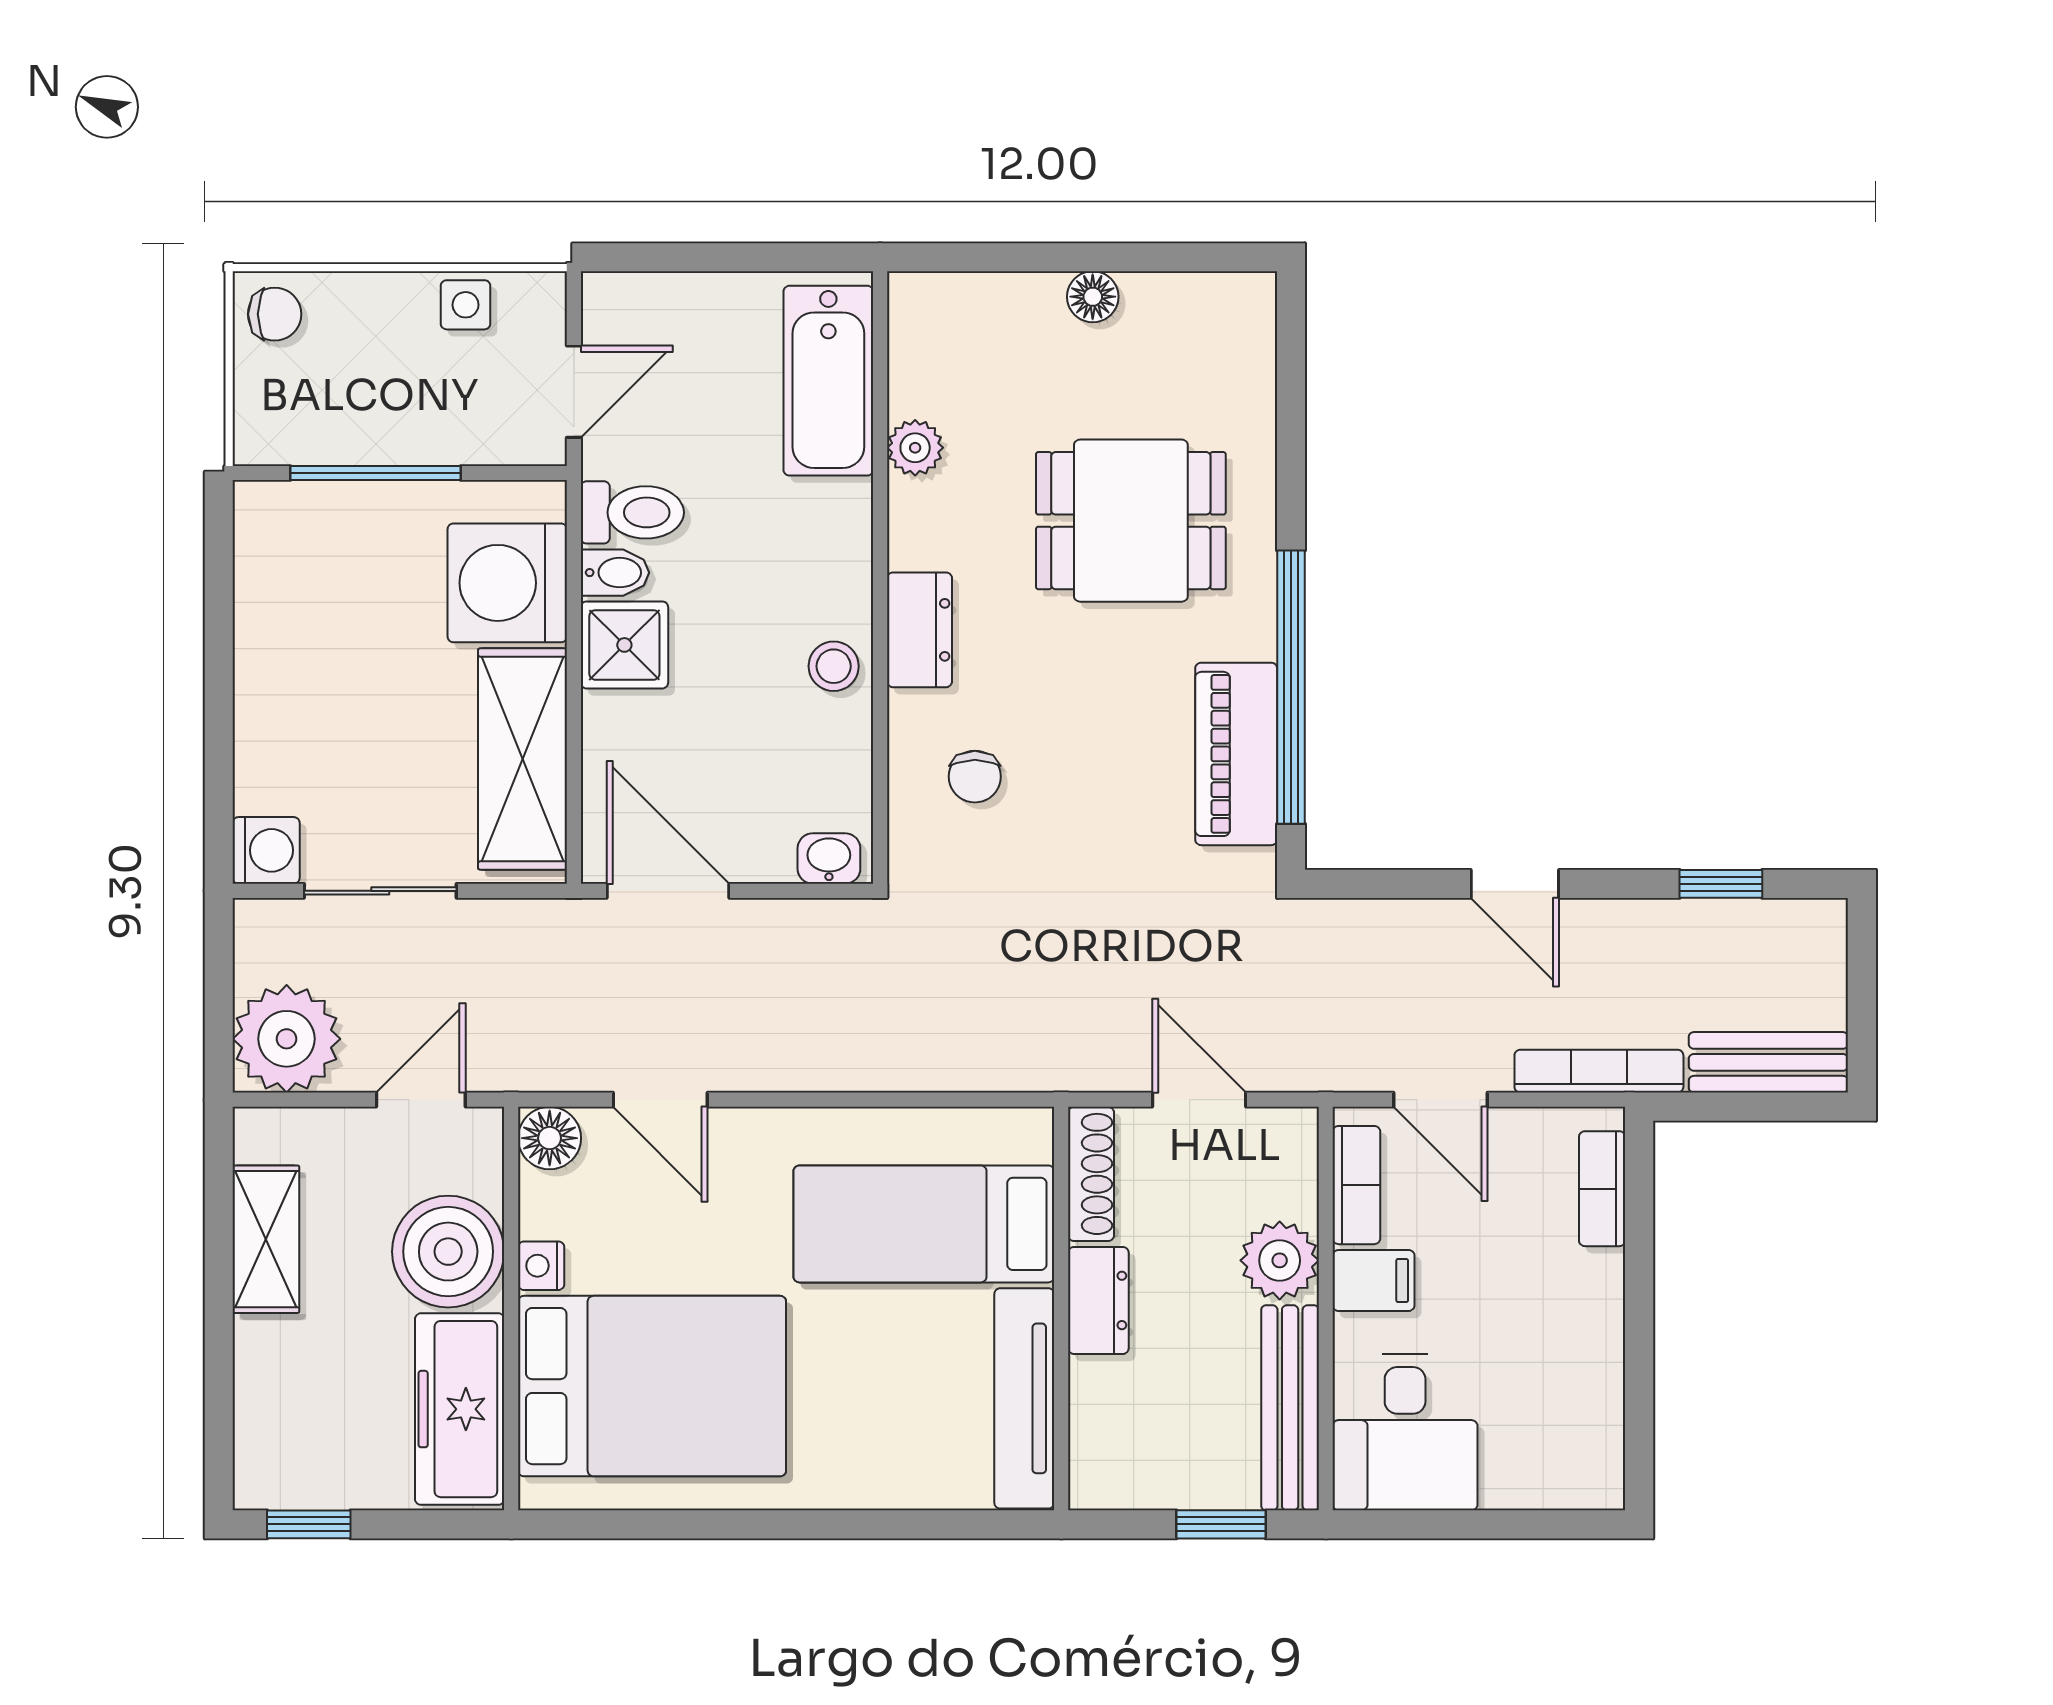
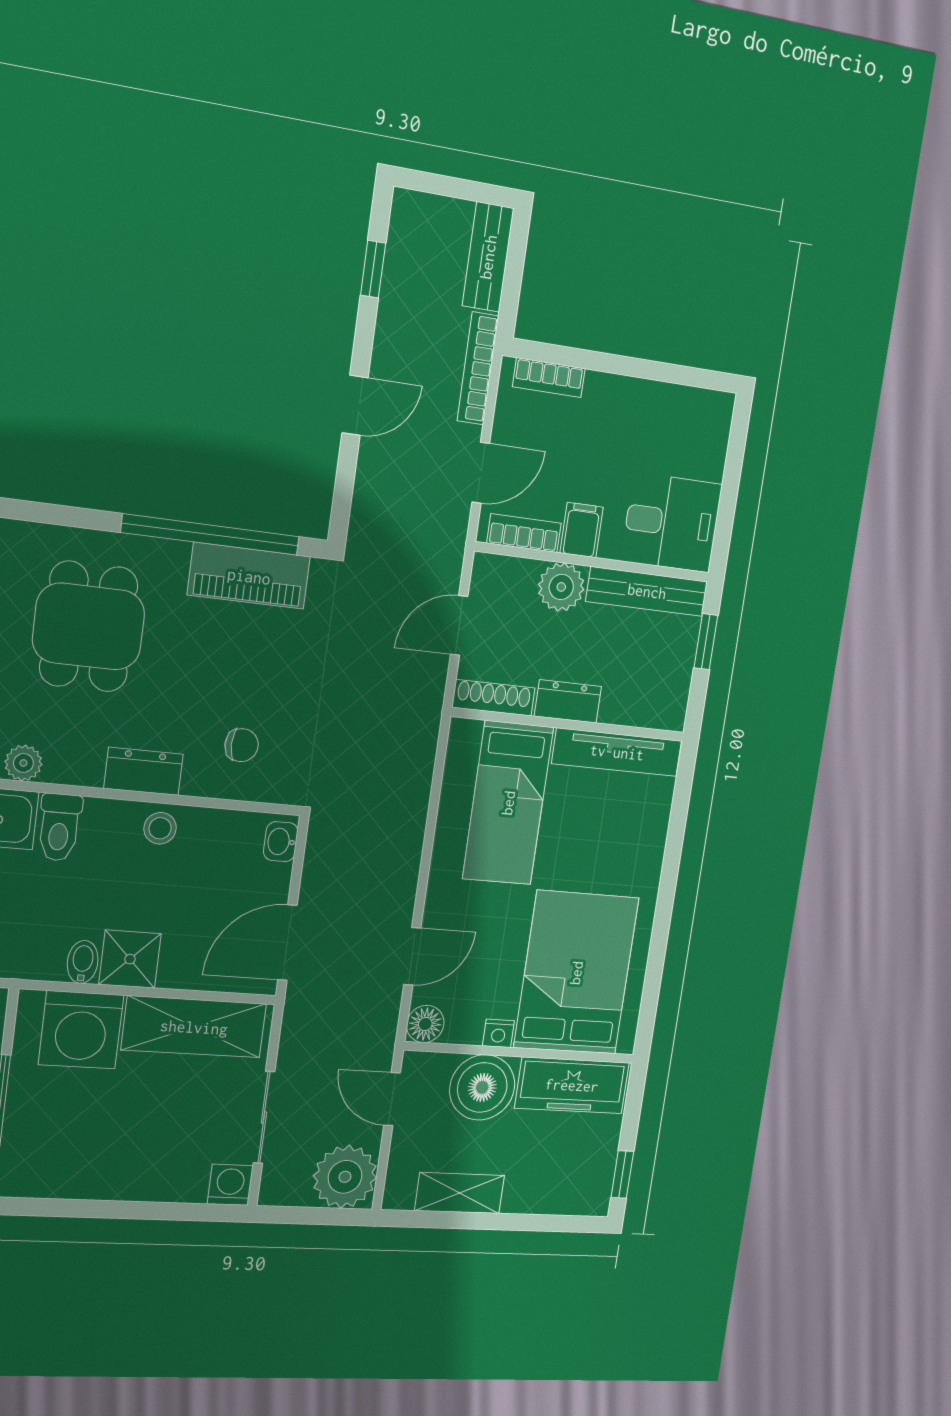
toilet: (632, 512) -> (59, 827), moved, turned 180

